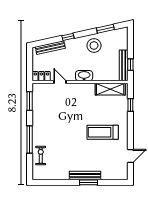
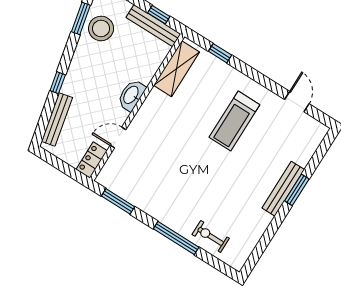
stool: (94, 45) -> (101, 28), moved

